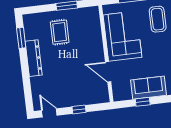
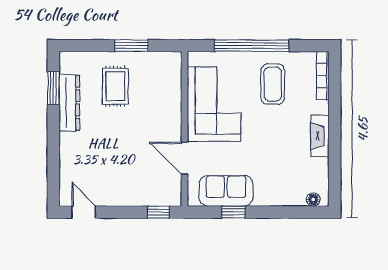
dresser: (34, 58) -> (69, 103), moved
sofa: (148, 88) -> (226, 191), moved
window: (79, 109) -> (158, 212), moved

